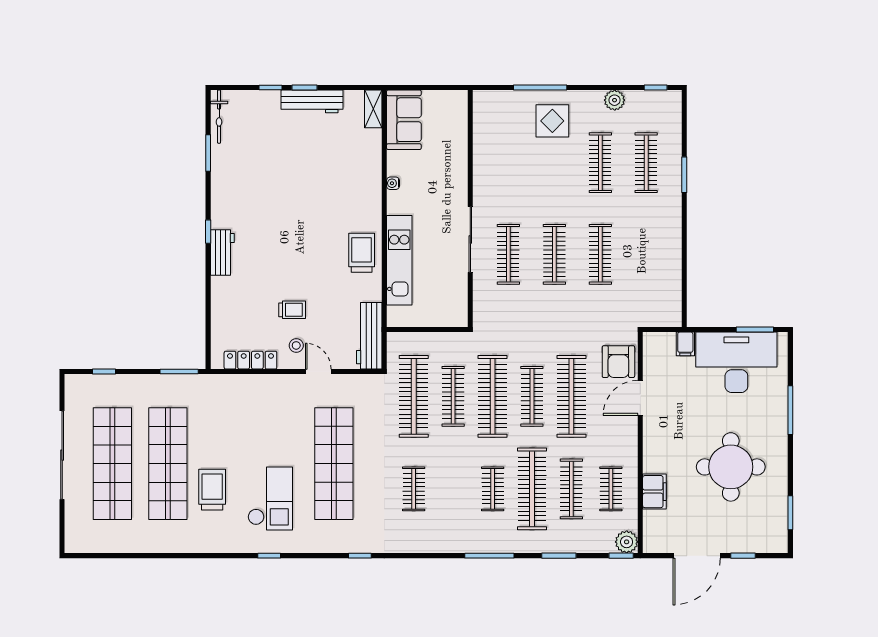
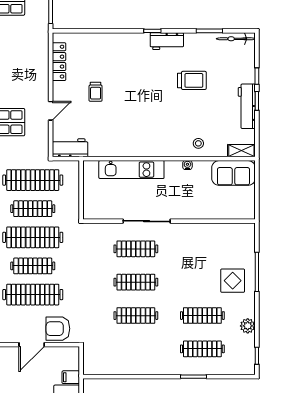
workbench: (222, 253) -> (167, 41), moved
trolley: (362, 253) -> (192, 80), moved
workbench: (369, 336) -> (70, 148), width x0.73
stool: (296, 345) -> (198, 143), moved
door: (640, 398) -> (32, 345), swing flipped

